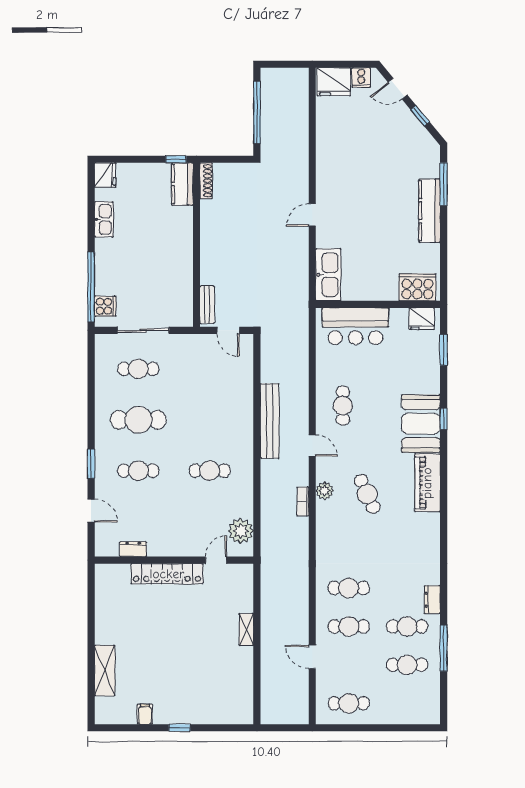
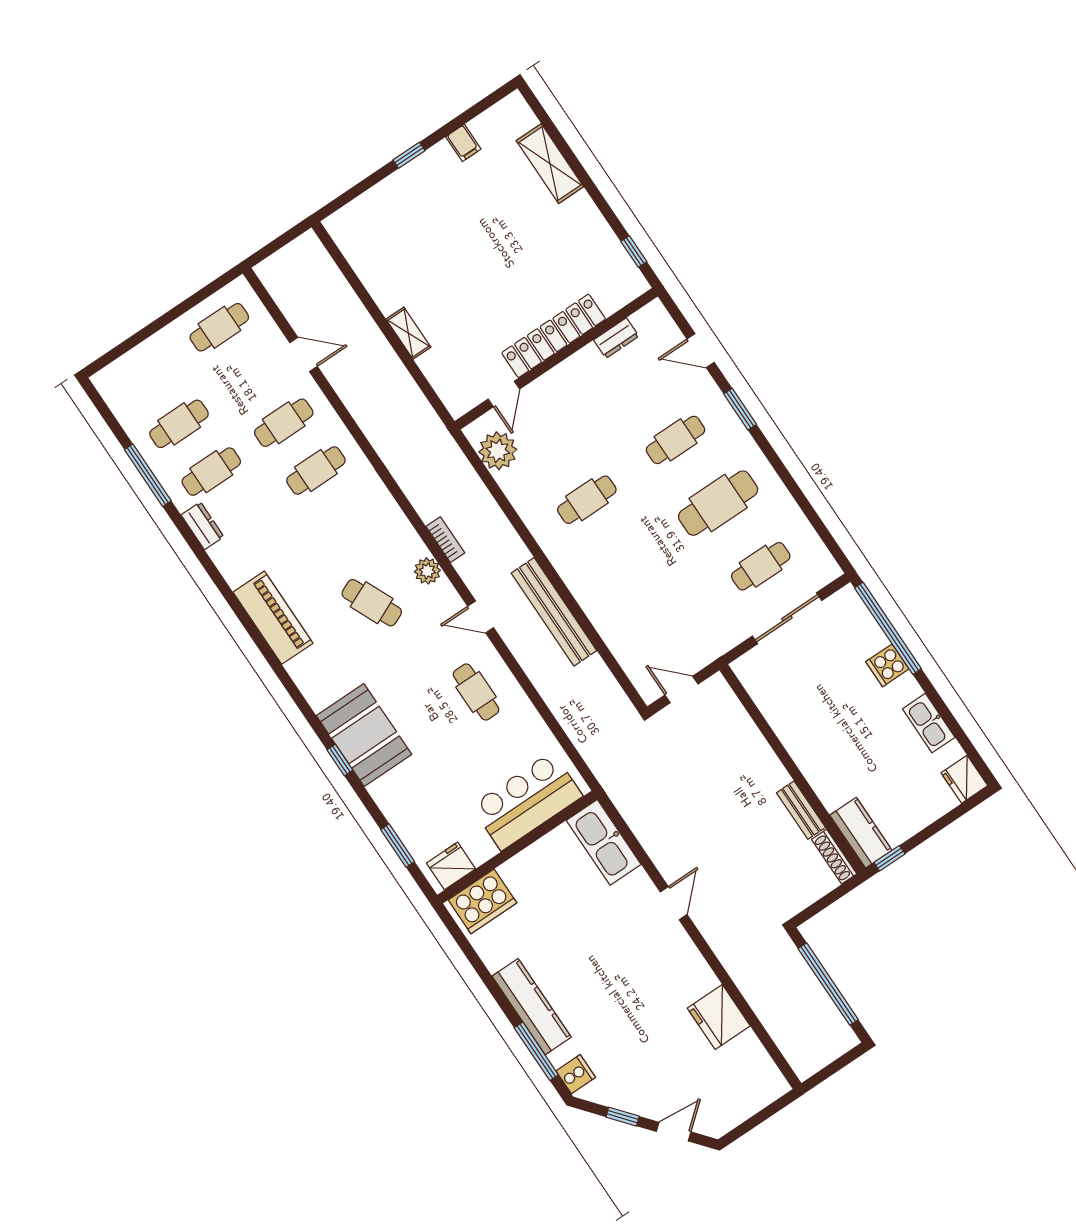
cooker: (361, 77) -> (576, 1074), moved, turned 90
fridge: (334, 82) -> (719, 1017), moved, turned -90
bench: (207, 305) -> (801, 810), moved
cooker: (105, 306) -> (887, 665), moved
piano: (427, 483) -> (273, 618), moved
window: (91, 590) -> (634, 252), added

